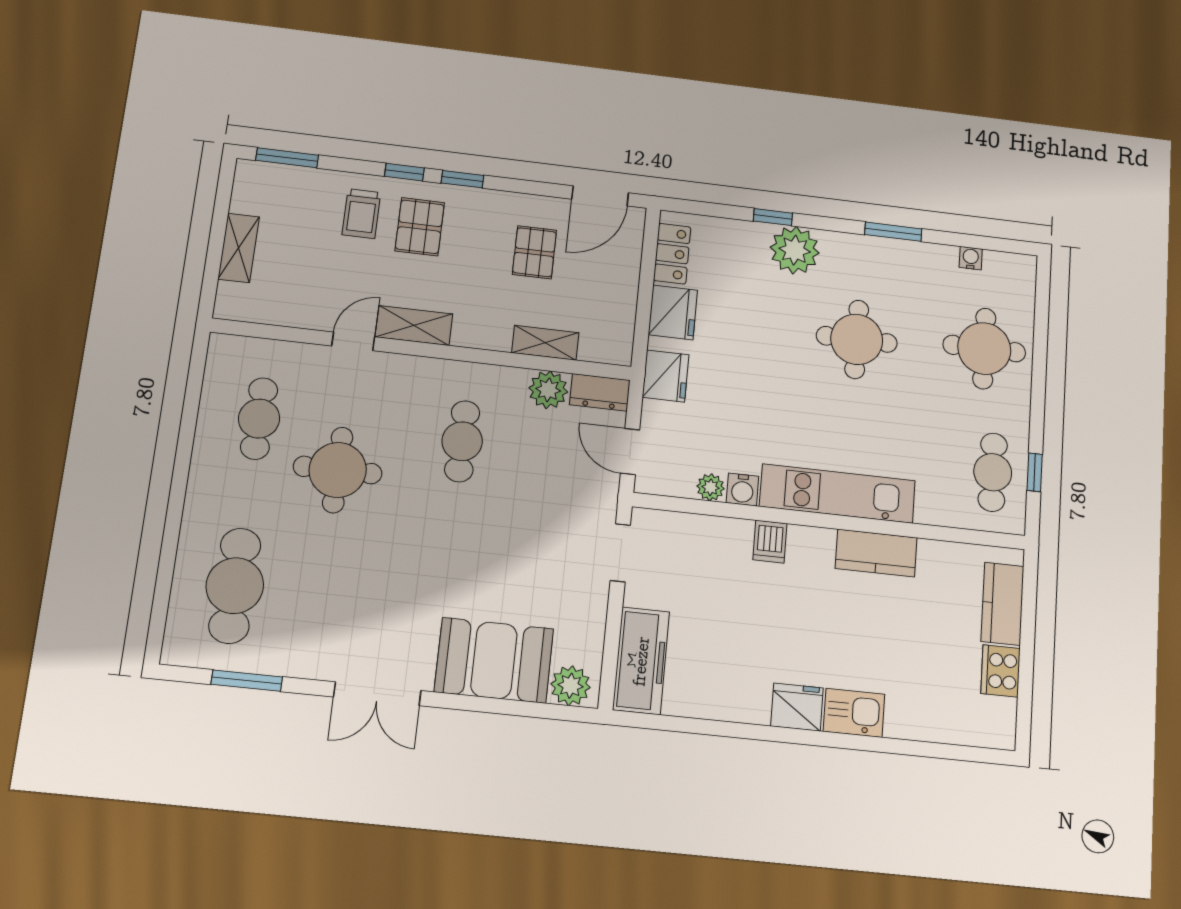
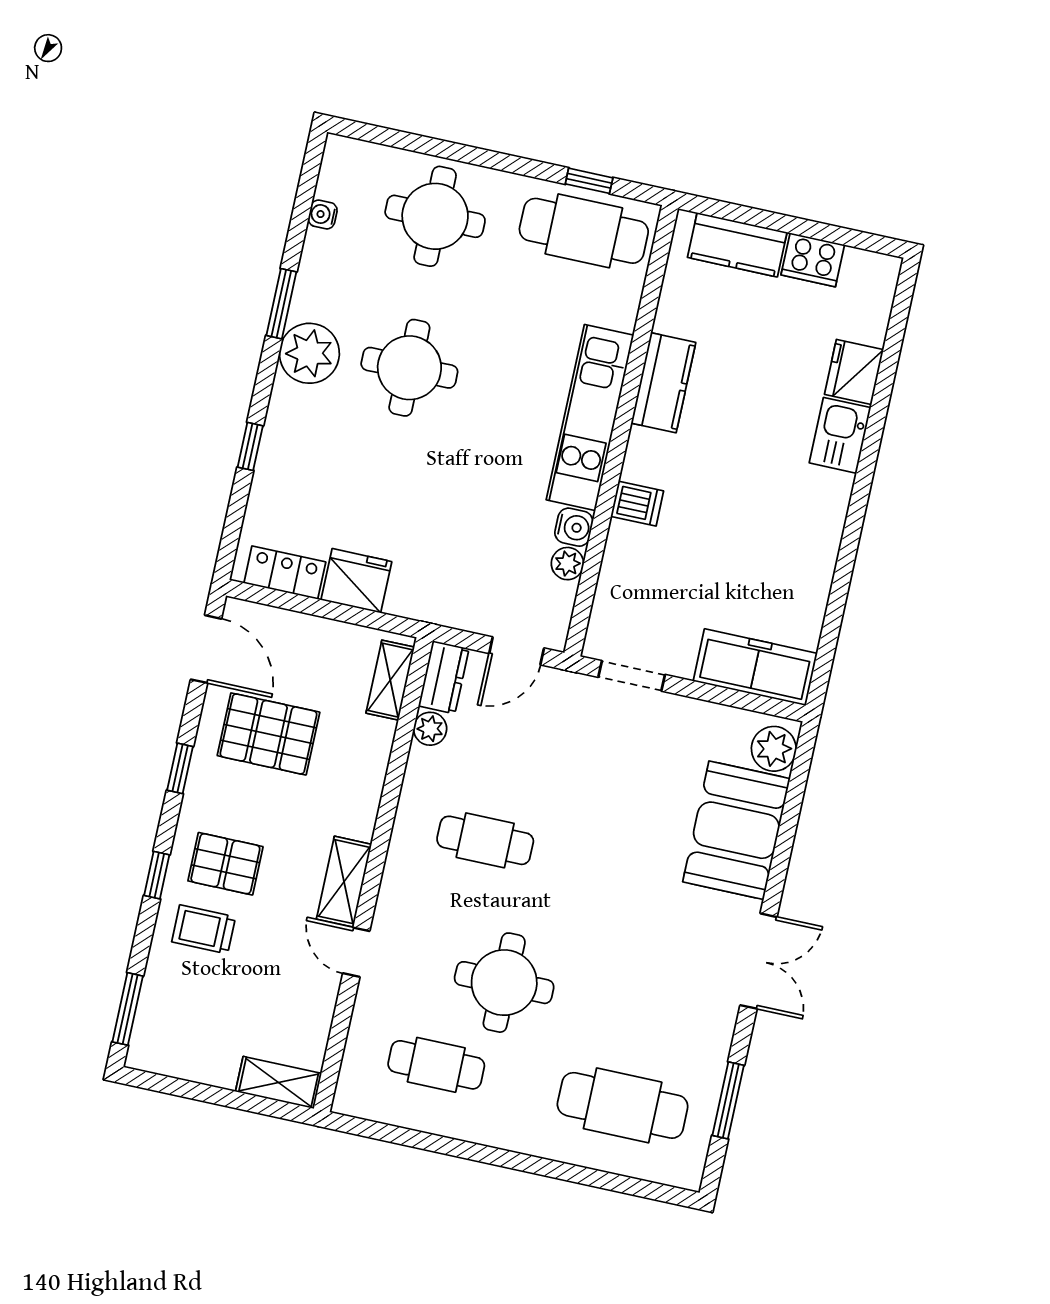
window: (462, 179) -> (180, 768), moved
trolley: (361, 214) -> (204, 929), turned 180
shelving: (239, 248) -> (279, 1083), moved
plant: (795, 250) -> (309, 353), moved
pallet: (534, 252) -> (268, 734), width x1.50, depth x1.42
shelving: (545, 343) -> (390, 680), moved
fridge: (666, 376) -> (432, 599), removed
plant: (548, 390) -> (430, 729), width x0.73, depth x0.73
cafe table: (993, 472) -> (584, 231), width x1.37, depth x1.35
fridge: (797, 707) -> (854, 372), moved

